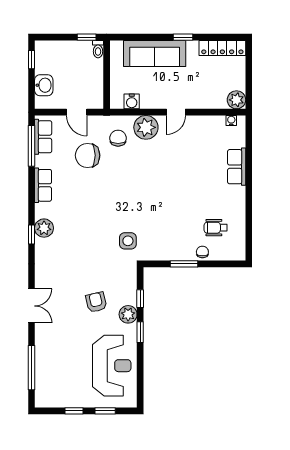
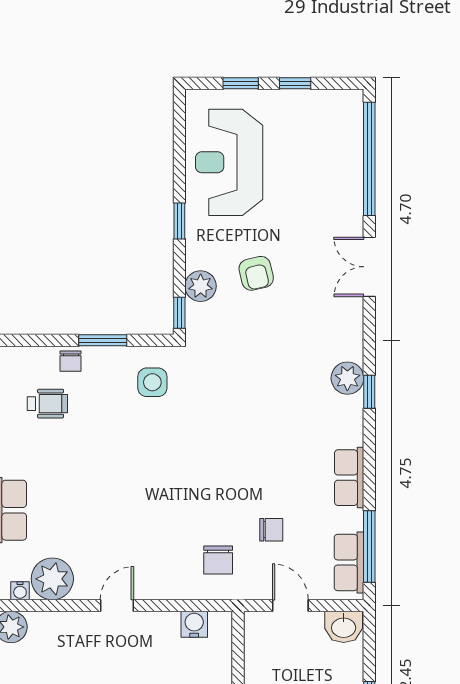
washbasin: (44, 85) -> (344, 627), moved, turned -90
plant: (146, 127) -> (52, 579), moved
chair: (88, 155) -> (271, 530), width x0.54, depth x0.54
plant: (44, 228) -> (347, 378), moved
side table: (128, 241) -> (152, 382), moved
window: (140, 299) -> (179, 313), moved
plant: (128, 314) -> (201, 286), moved
window: (32, 368) -> (369, 159), width x1.46

